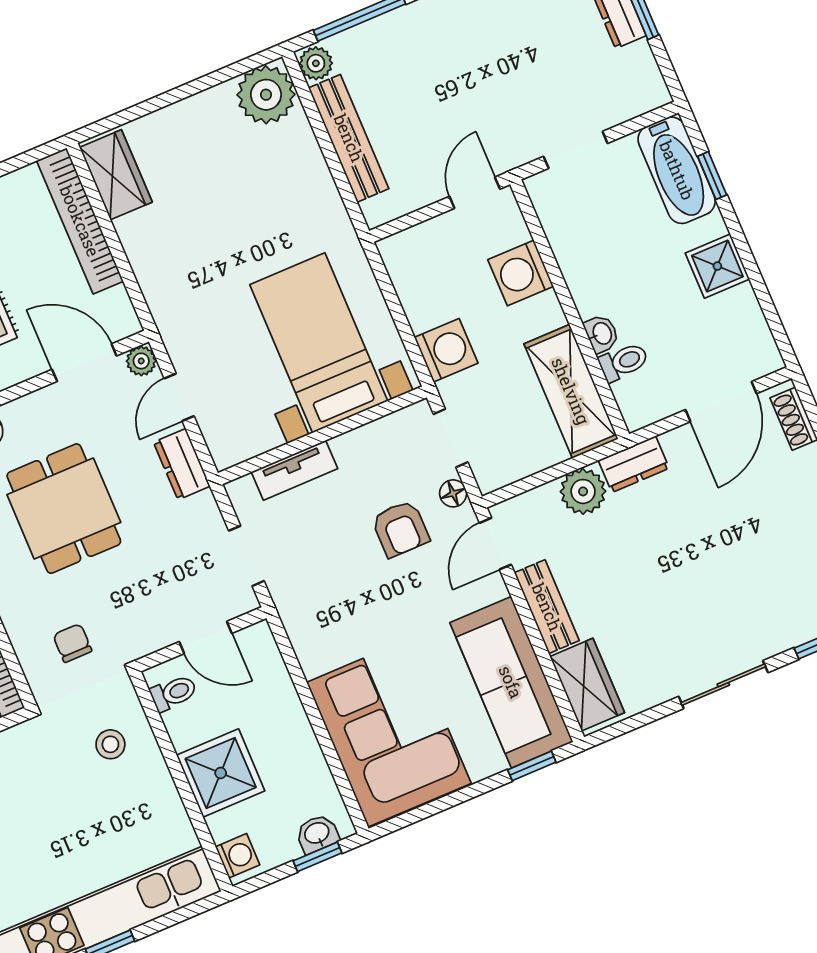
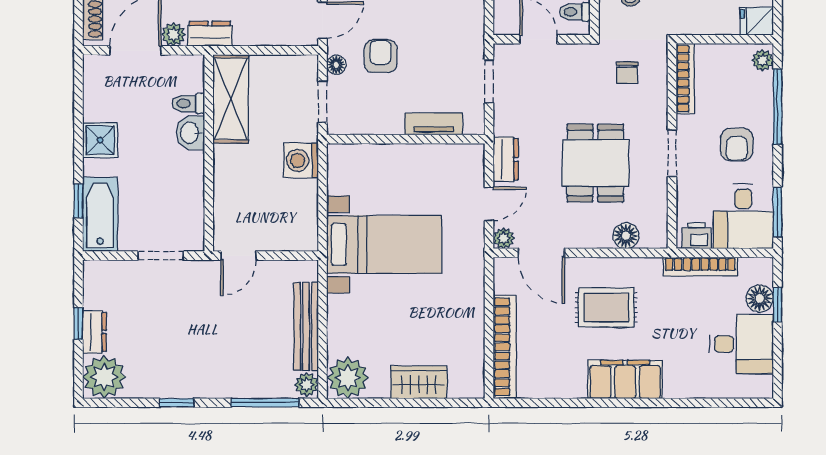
wardrobe: (116, 175) -> (419, 382), moved, turned 90
washing machine: (521, 273) -> (231, 190), removed
washbasin: (601, 334) -> (190, 133), width x1.38, depth x1.45
bed with nightstands: (319, 343) -> (384, 244), moved, turned -90
plant: (583, 491) -> (174, 34), moved, width x0.73, depth x0.73

